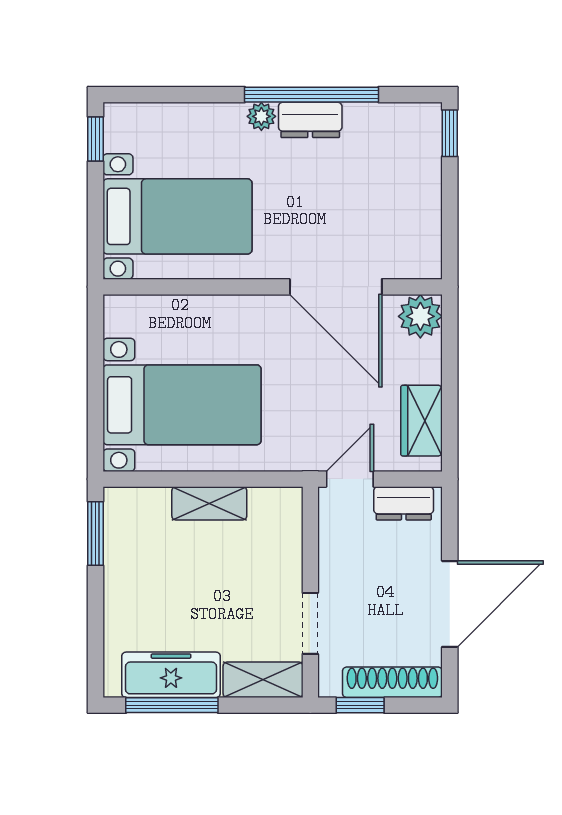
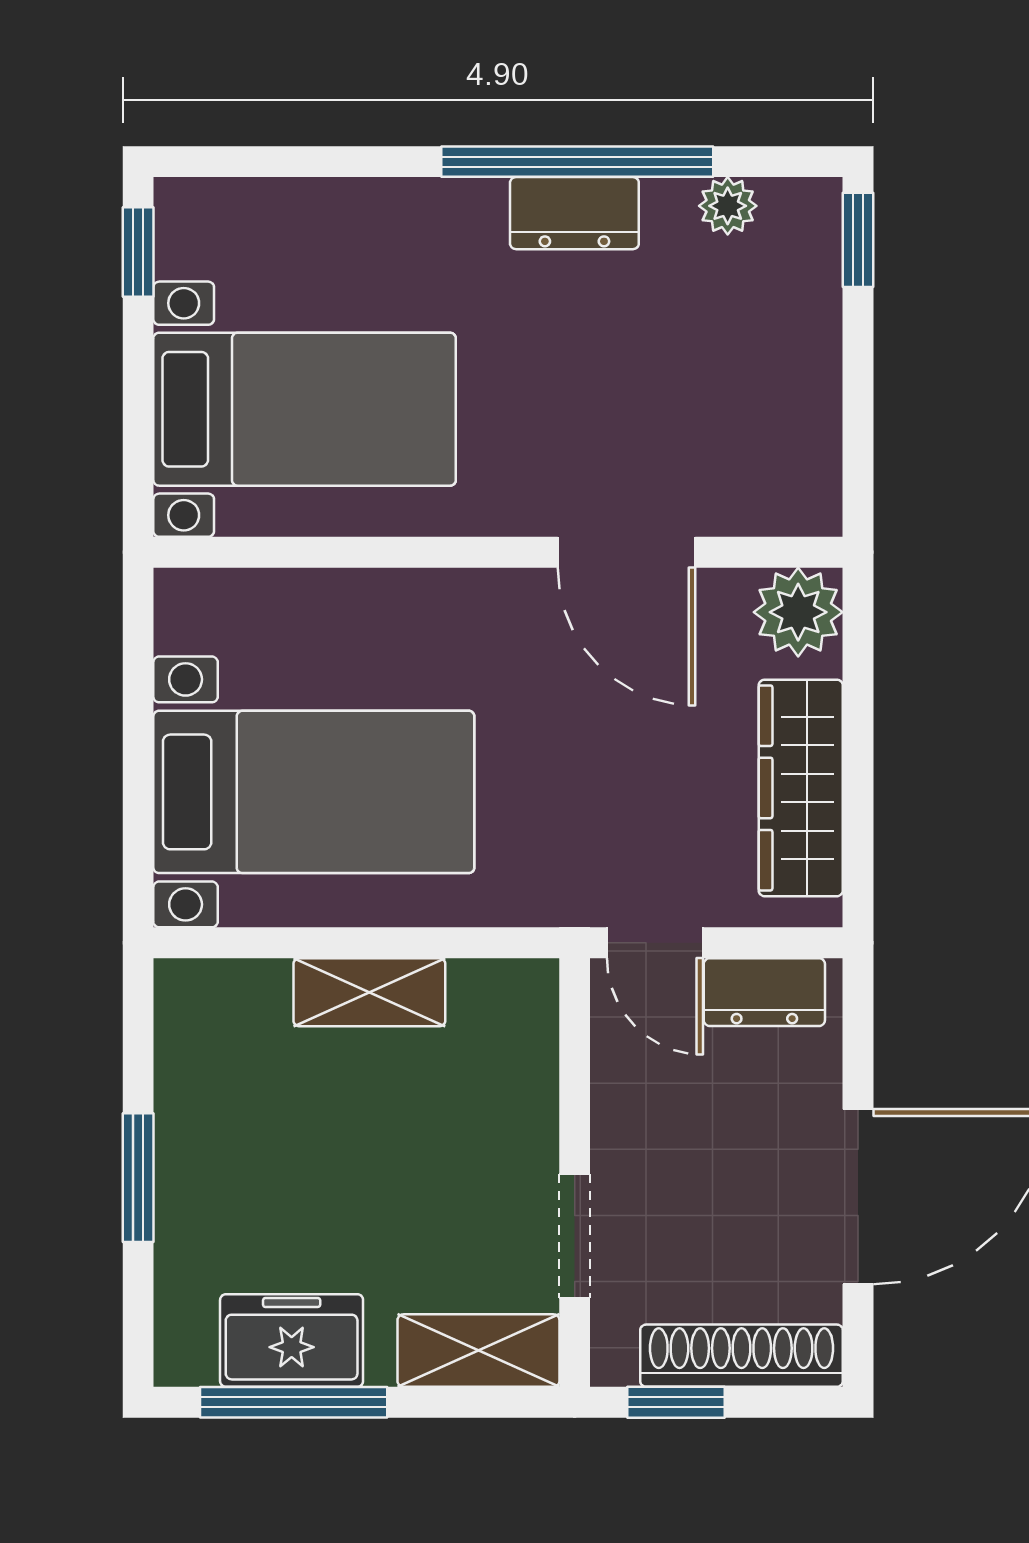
plant: (261, 116) -> (728, 206), moved
door: (336, 287) -> (627, 552), width x0.73
wardrobe: (422, 421) -> (801, 788), width x1.50
door: (350, 479) -> (655, 943), swing flipped
window: (95, 534) -> (138, 1178), moved
freezer: (171, 675) -> (292, 1341), width x0.71

